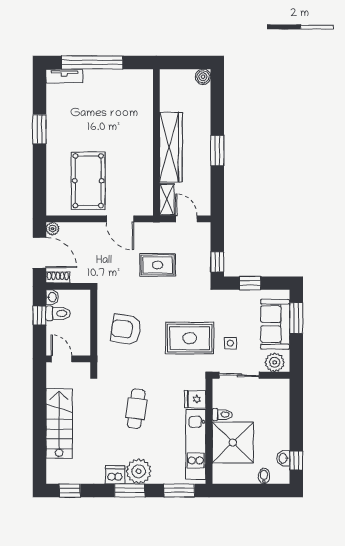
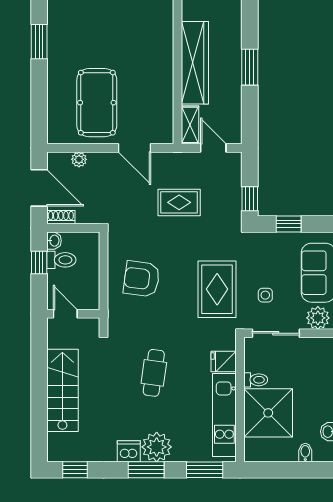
plant: (52, 229) -> (79, 159), moved
rug: (190, 338) -> (217, 289), turned 90

